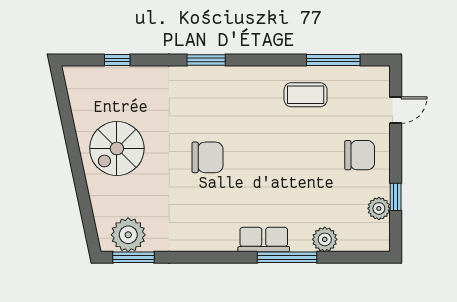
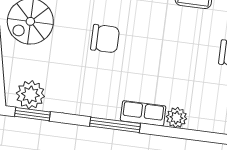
plant: (325, 239) -> (176, 118), moved
window: (287, 257) -> (115, 125), moved

